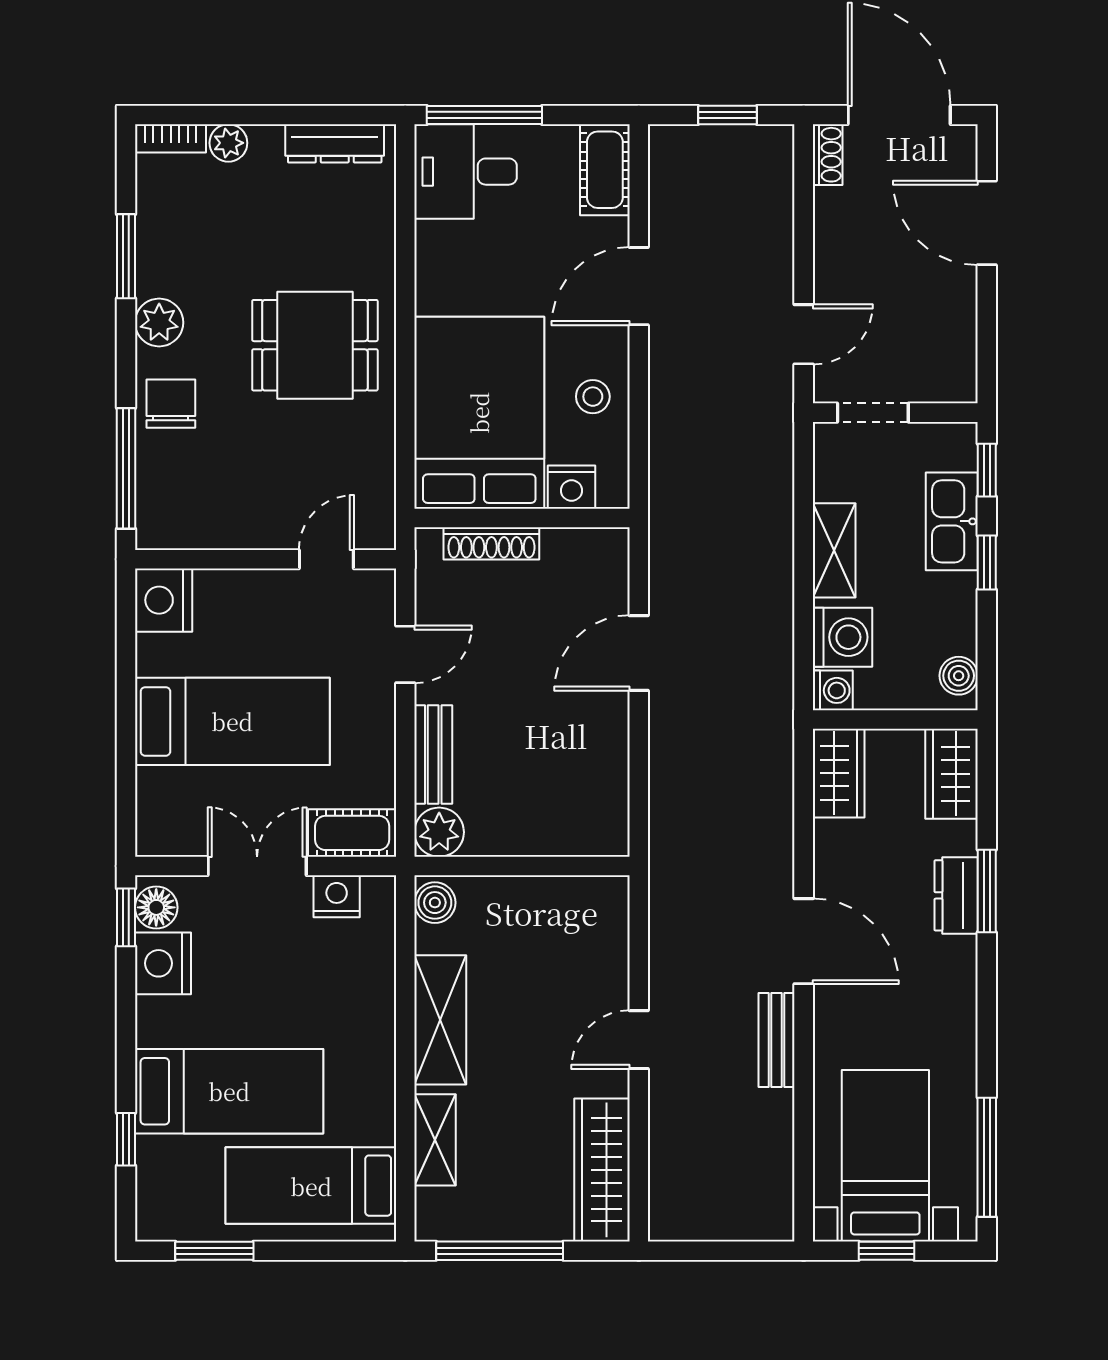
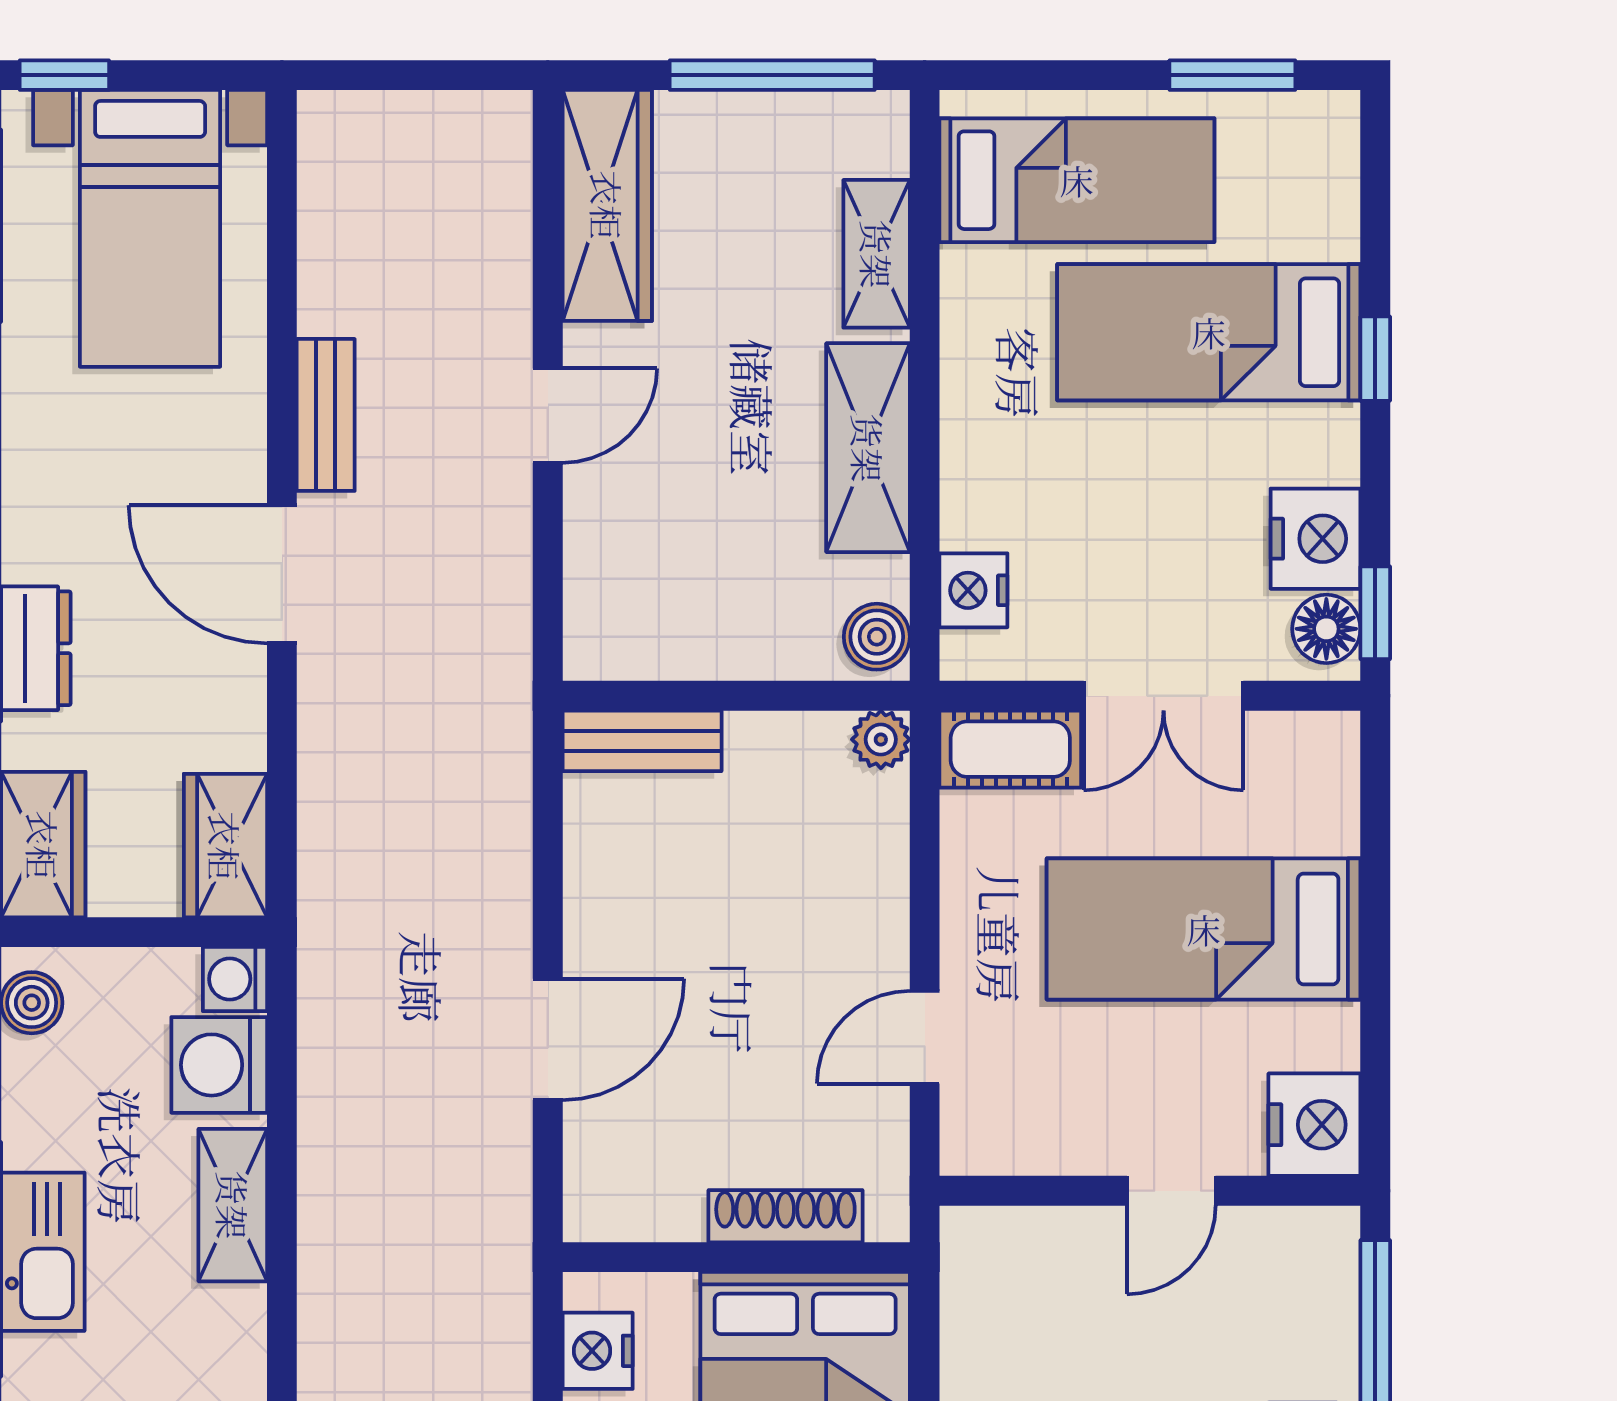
nightstand: (572, 487) -> (598, 1351), moved, turned -90
door: (326, 559) -> (1171, 1191), moved
bench: (433, 755) -> (642, 741), moved, turned 90
plant: (439, 832) -> (881, 739), width x0.73, depth x0.73
nightstand: (337, 896) -> (973, 590), moved, turned 90
window: (126, 1139) -> (1375, 359), moved
window: (887, 1251) -> (64, 75), moved

